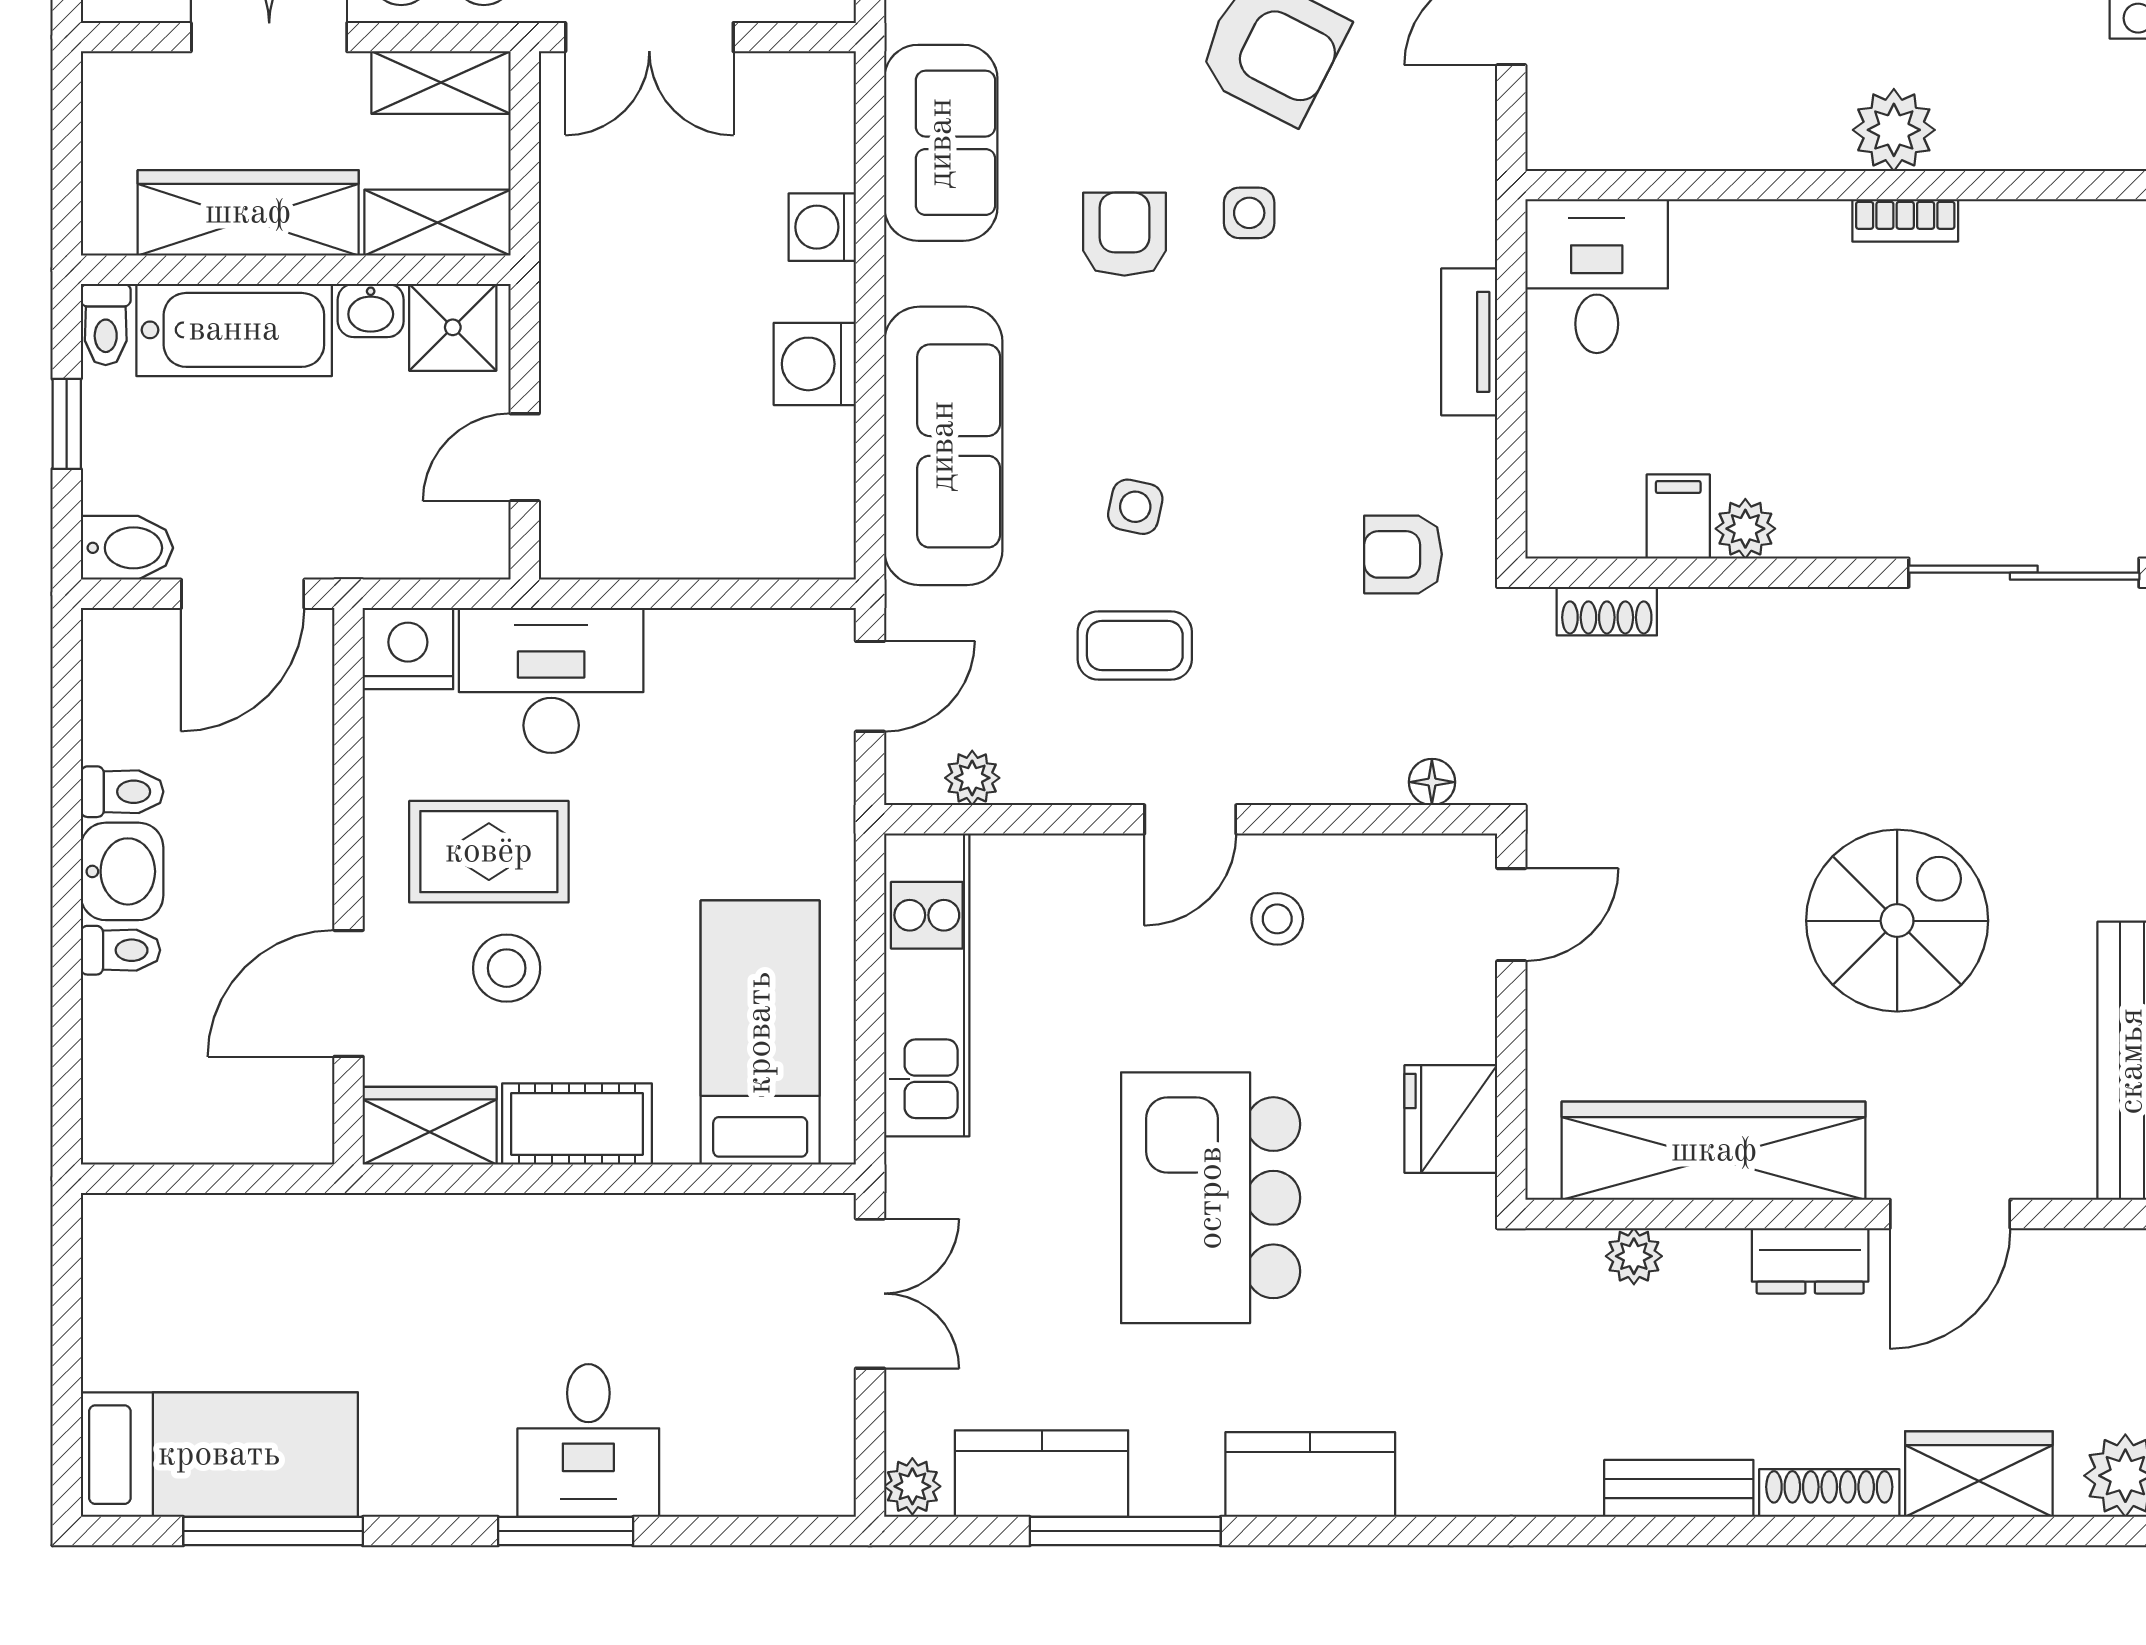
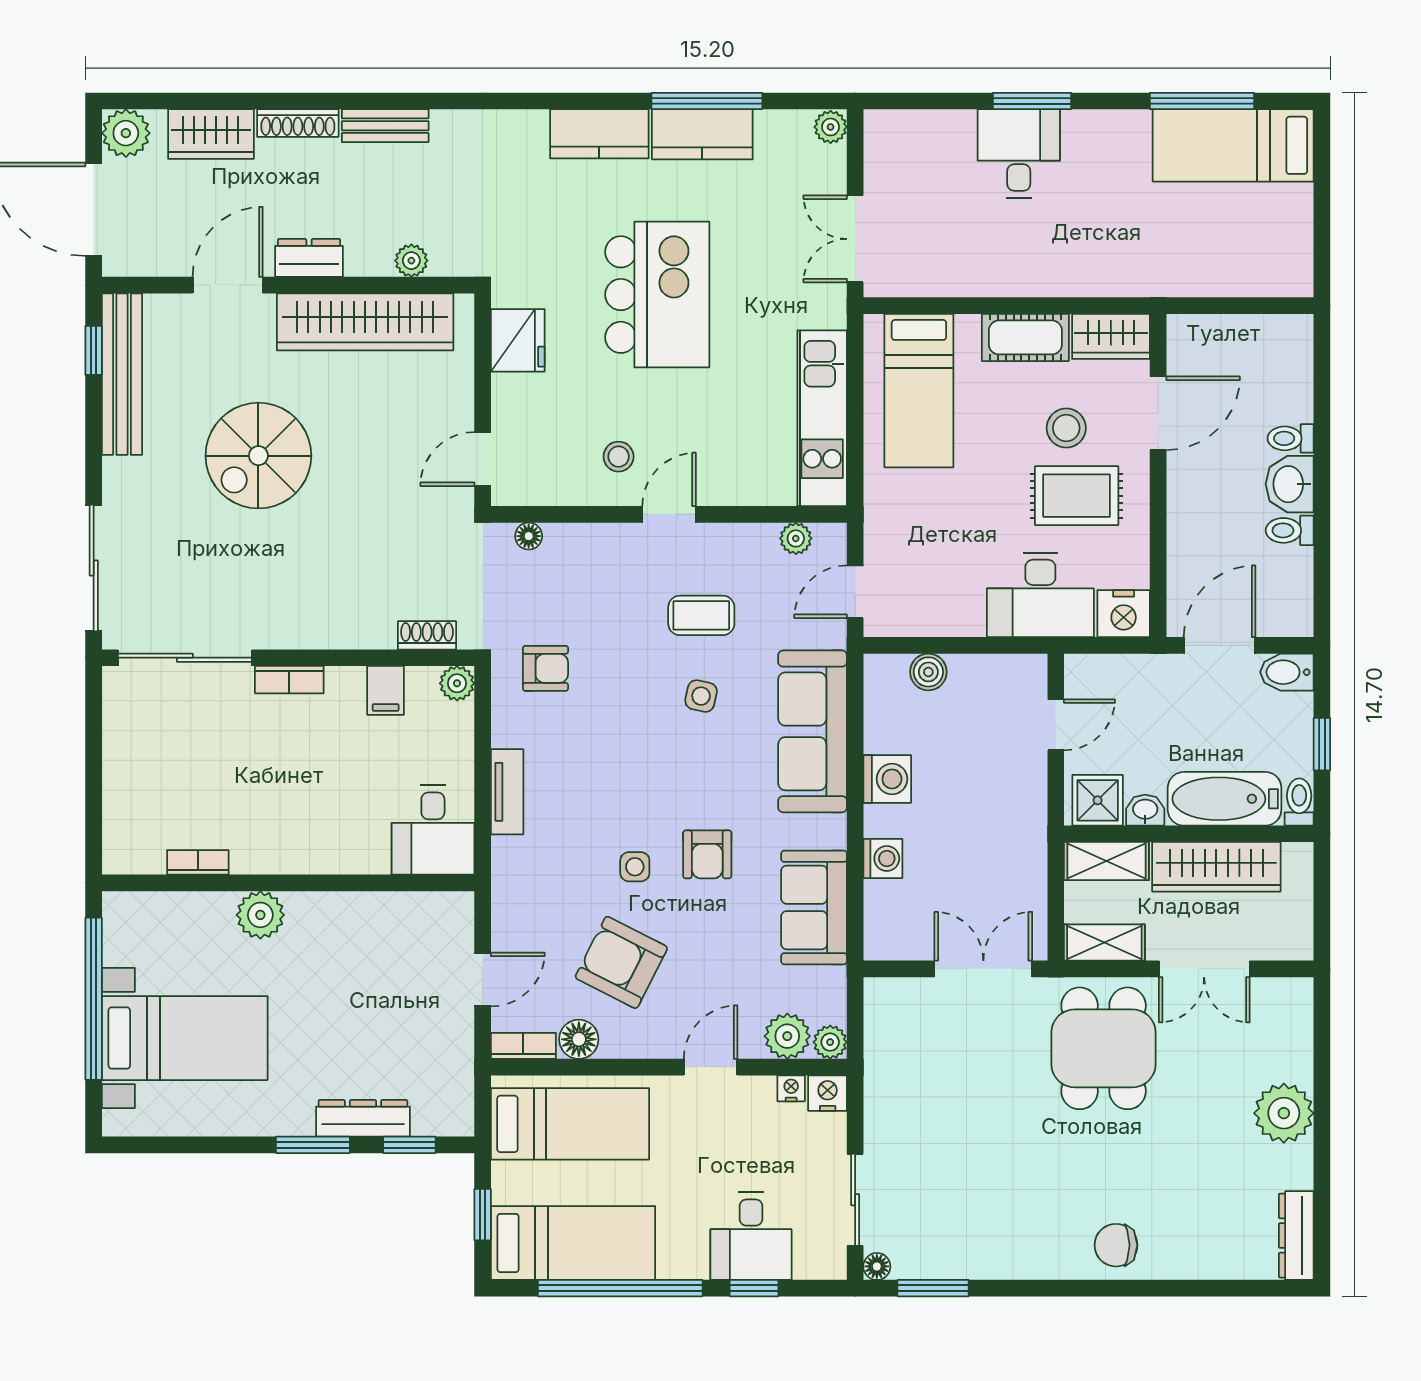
bookcase: (1905, 220) -> (198, 862), moved
plant: (1745, 529) -> (457, 683), moved
bookcase: (1844, 535) -> (289, 680), added
boiler: (744, 548) -> (928, 672), added
kitchen counter: (1042, 1474) -> (702, 134), moved

